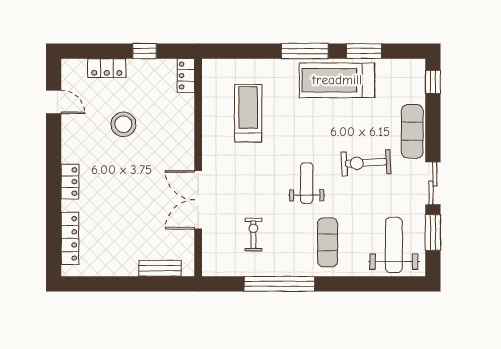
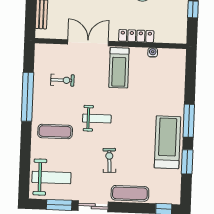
locker: (186, 76) -> (136, 36), moved, width x1.53
water cooler: (209, 106) -> (153, 52), added
treadmill: (248, 113) -> (119, 68), moved, turned 90
exercise bike: (366, 163) -> (109, 160), width x0.73, depth x0.72

